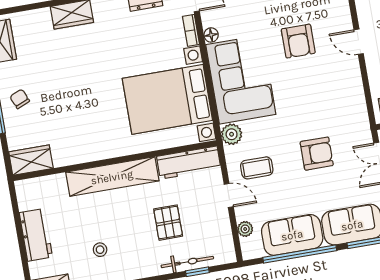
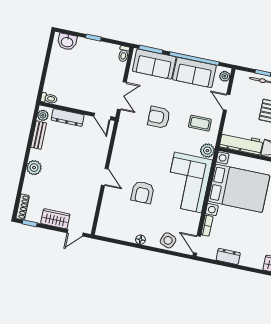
floor lamp: (211, 35) -> (196, 218), removed
armchair: (298, 41) -> (143, 192), turned 180
door: (229, 196) -> (227, 102), moved
plant: (245, 229) -> (225, 76), moved

